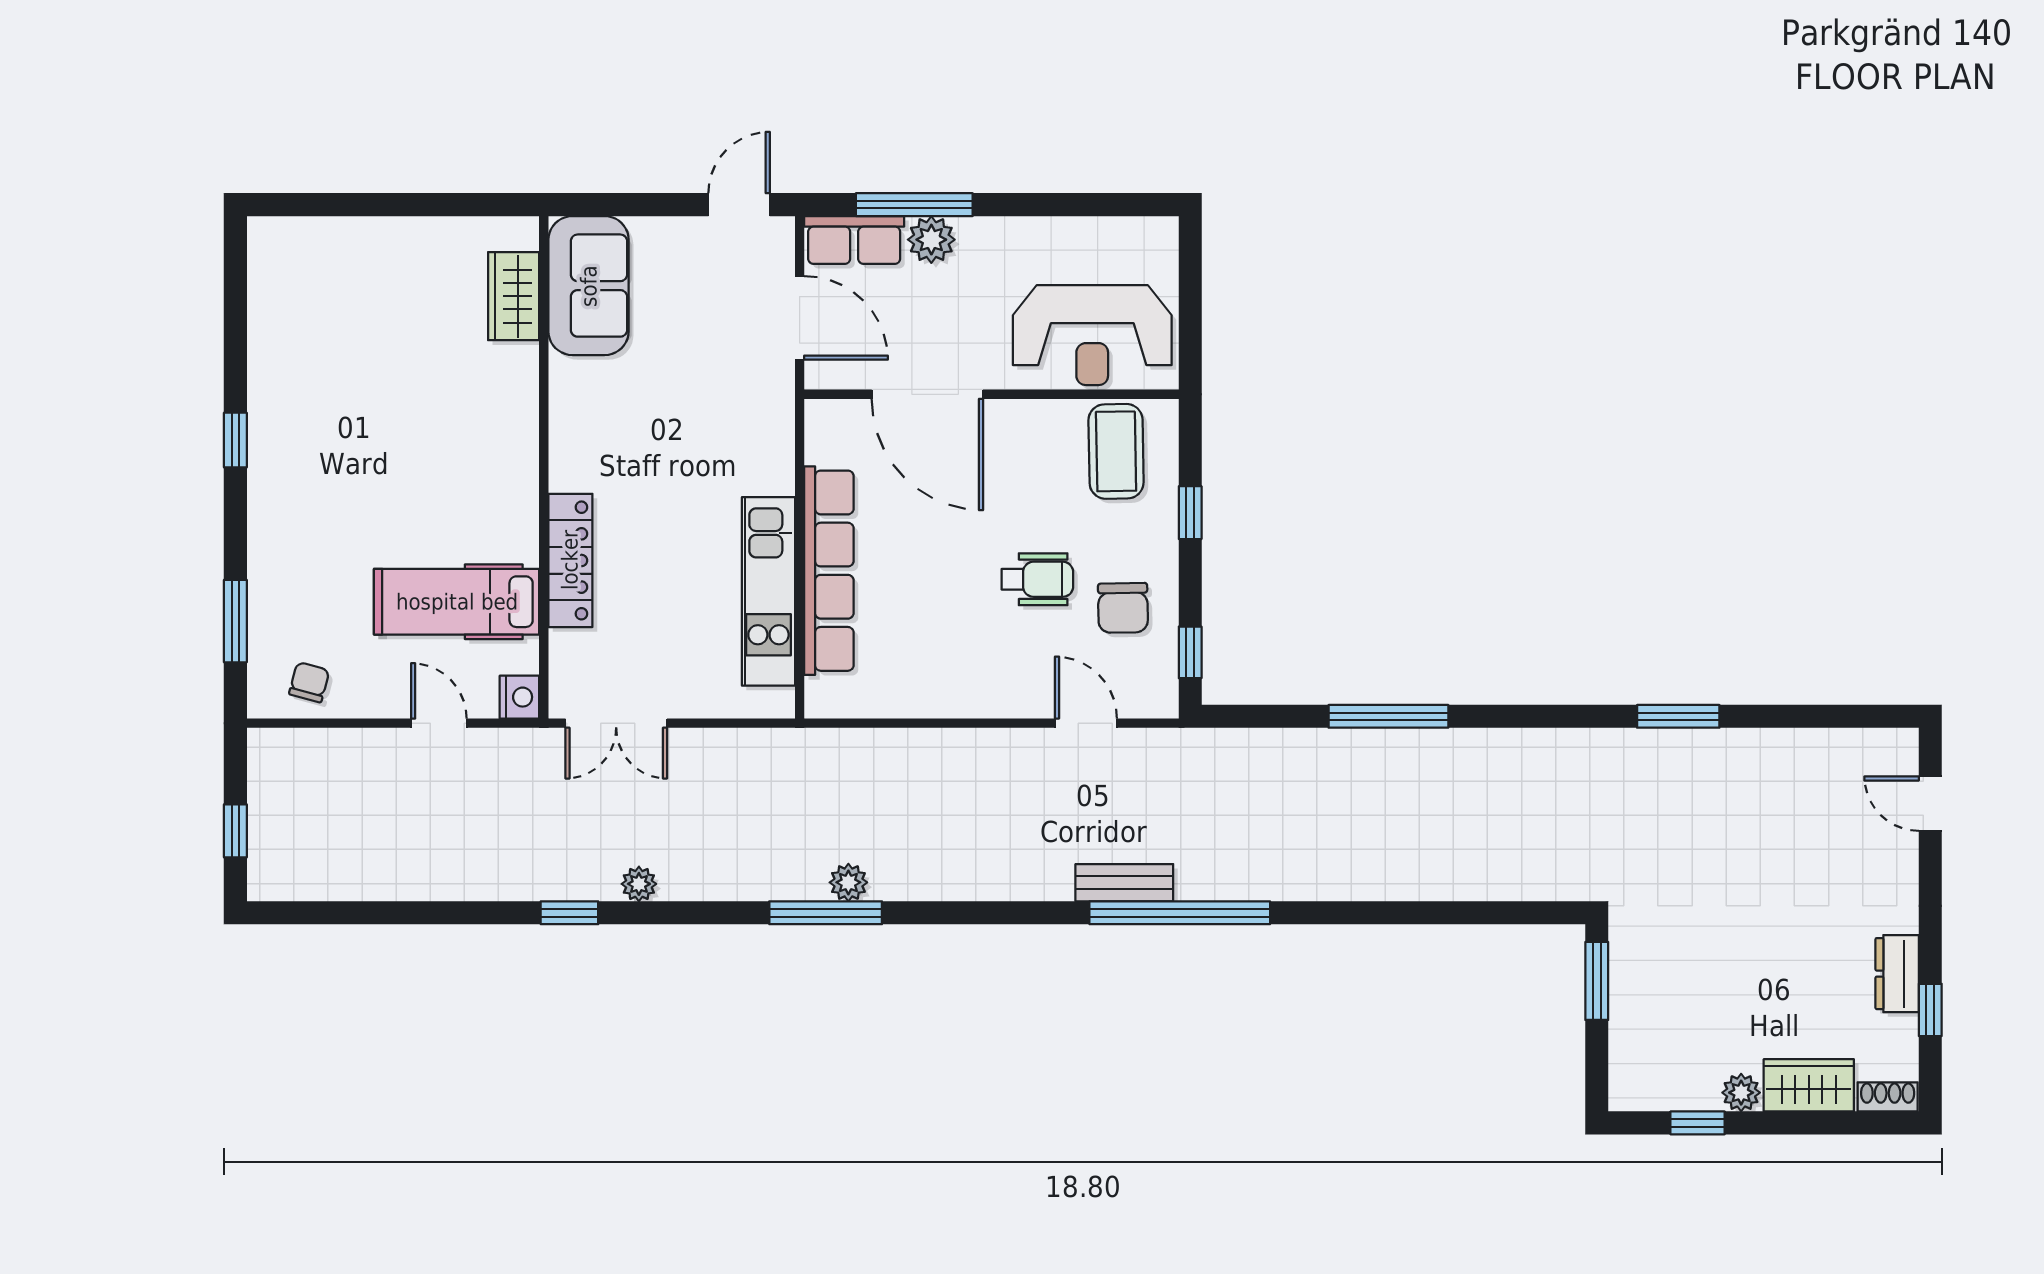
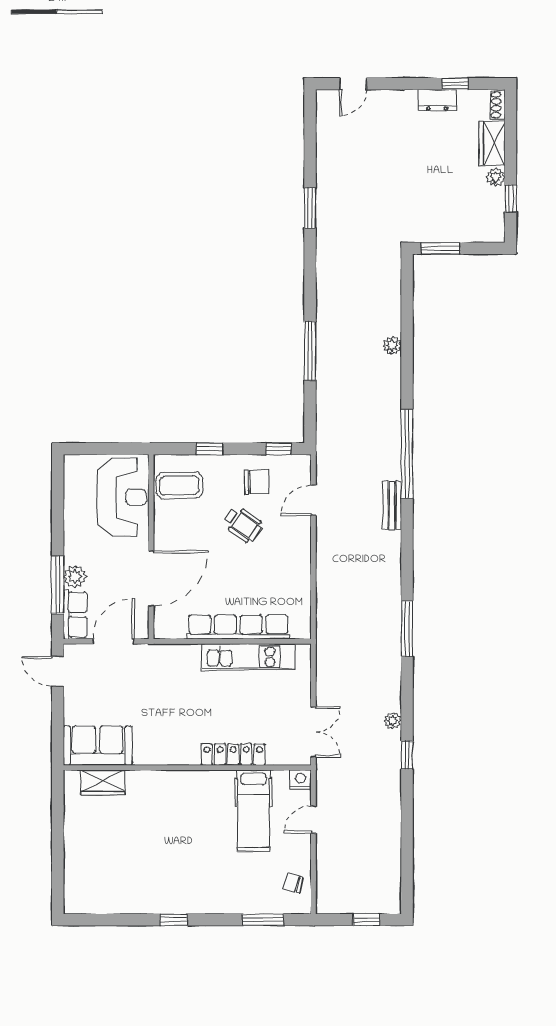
wheelchair: (1037, 579) -> (242, 524), turned 125
plant: (848, 882) -> (392, 346), moved
bench: (1124, 883) -> (392, 505), moved

